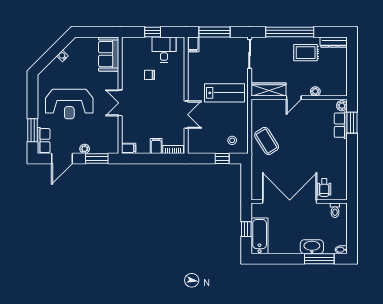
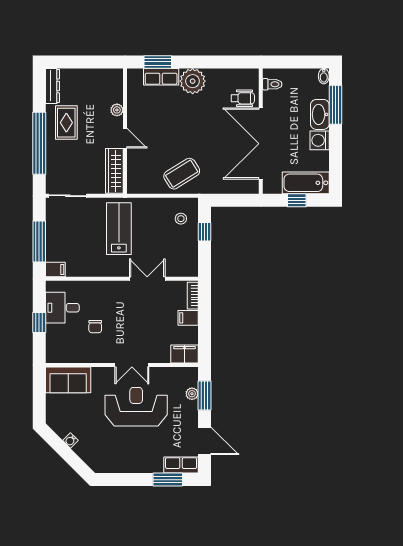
reception desk: (69, 104) -> (136, 407), moved, turned -90
plant: (342, 106) -> (193, 81), moved, width x1.88, depth x1.88
filing cabinet: (129, 148) -> (184, 354), width x2.00
plant: (85, 149) -> (192, 394), moved
washing machine: (292, 247) -> (320, 140), added

